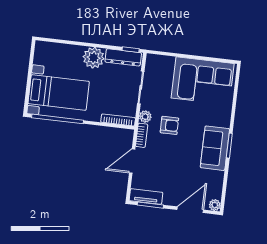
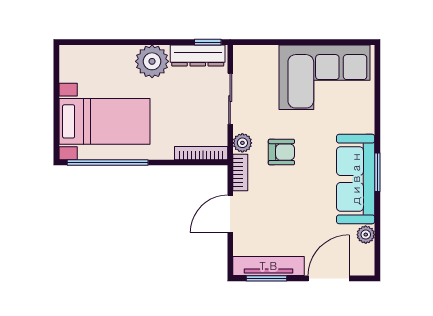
sofa: (215, 148) -> (356, 179), width x1.36
tv unit: (146, 197) -> (268, 266), width x1.41
plant: (215, 205) -> (366, 235), moved

